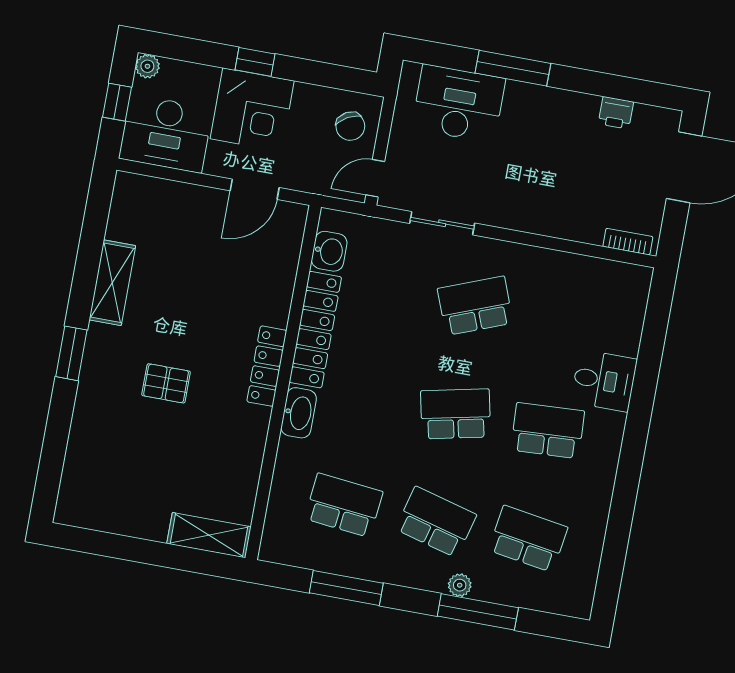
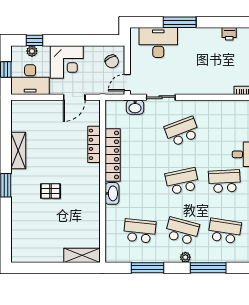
window: (255, 62) -> (34, 40), moved
plant: (147, 66) -> (32, 51), moved
washbasin: (329, 251) -> (135, 107), moved, turned 90
locker: (267, 366) -> (94, 144), moved
plant: (460, 585) -> (185, 257), moved

